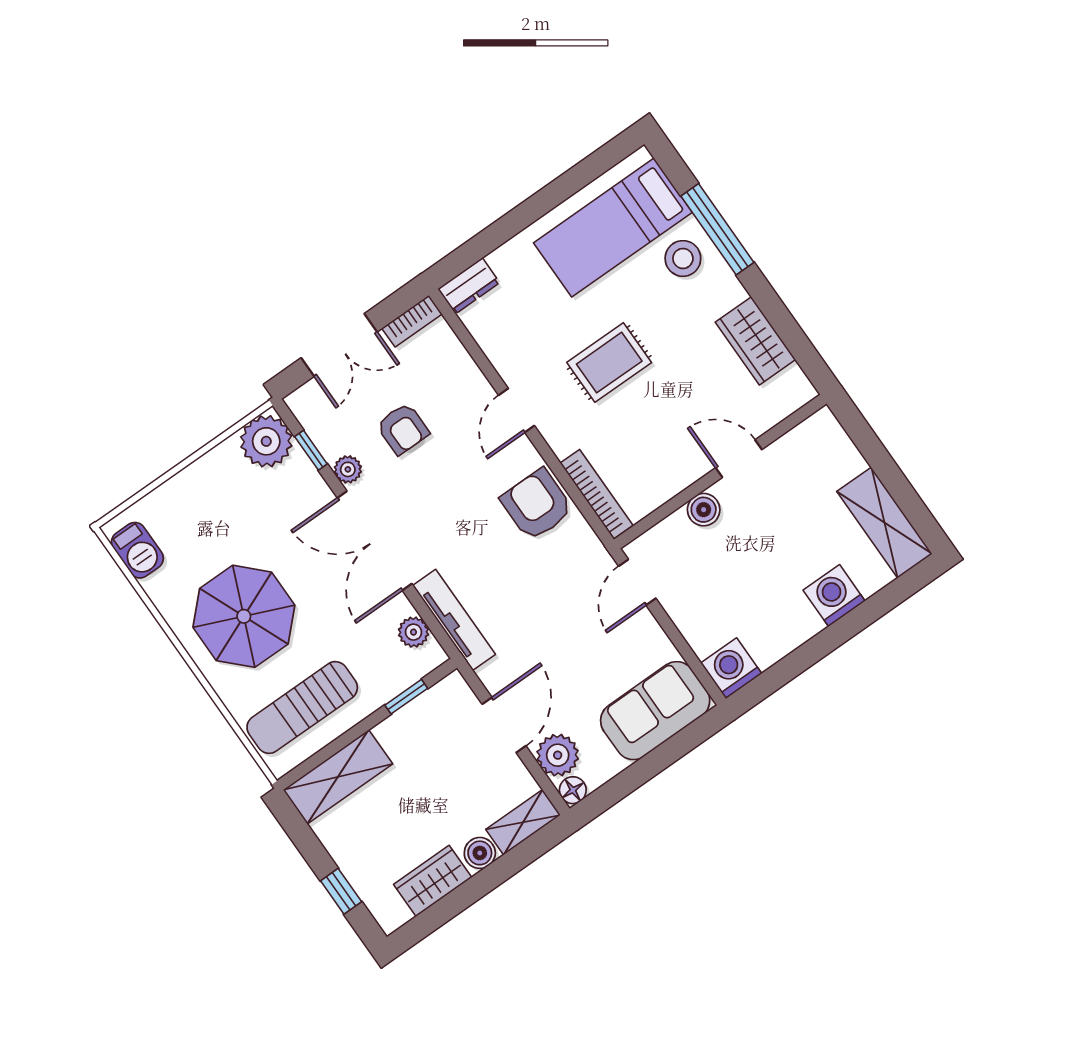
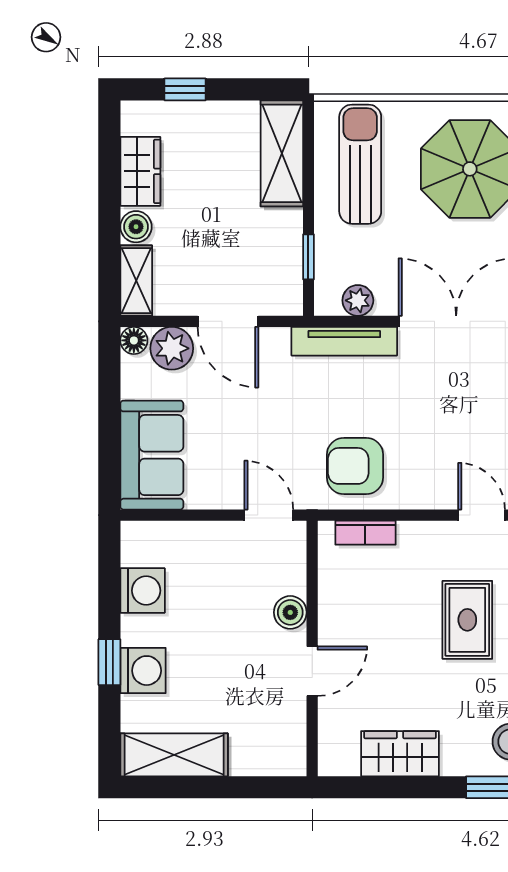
bookcase: (597, 494) -> (365, 533), width x0.64
armchair: (537, 505) -> (355, 466), moved, turned 180
window: (846, 627) -> (109, 662), added
washing machine: (731, 668) -> (143, 591), moved

